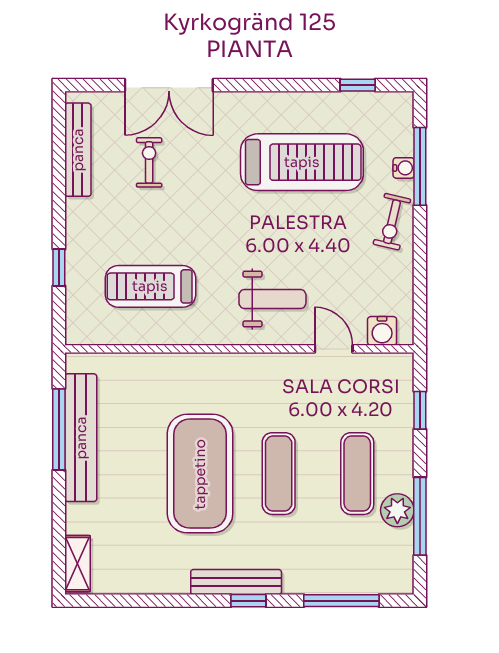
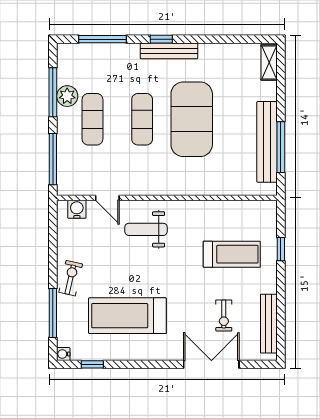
water cooler: (404, 168) -> (63, 354), moved
treadmill: (150, 286) -> (232, 254), moved
window: (420, 410) -> (53, 159), width x2.17

